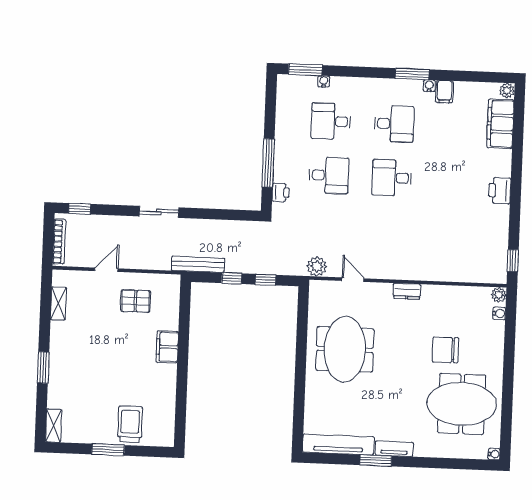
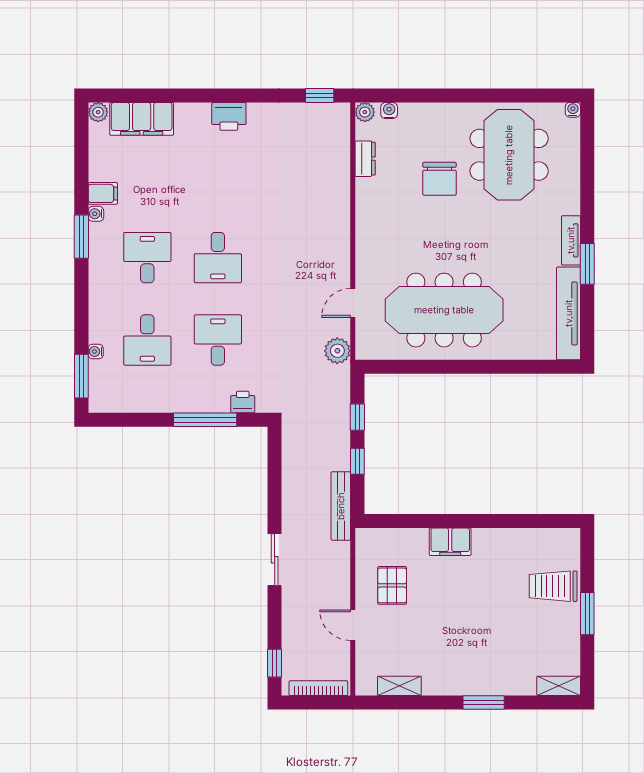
dresser: (407, 291) -> (365, 159), moved
meeting table: (345, 349) -> (444, 310), width x1.36

